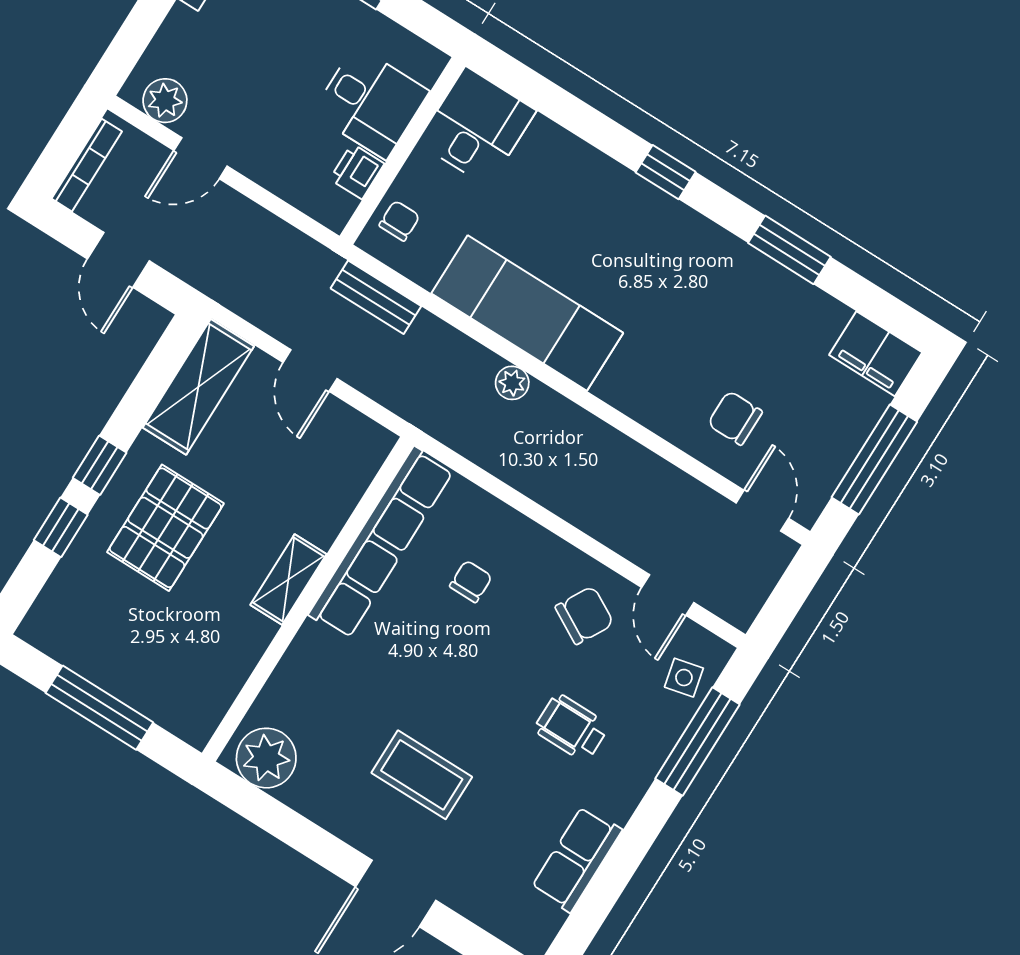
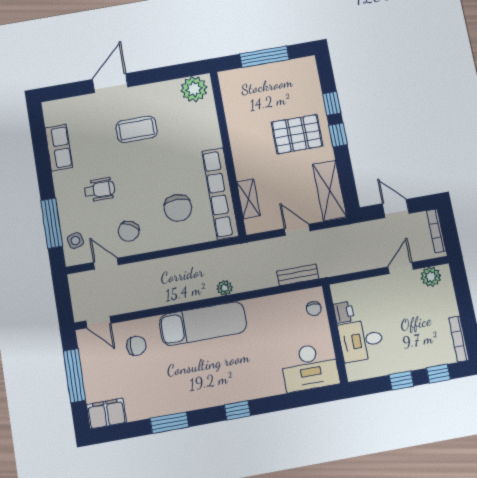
desk: (477, 127) -> (310, 367), width x1.37
exam couch: (527, 313) -> (203, 324), moved
pallet: (165, 528) -> (297, 134), turned 90
shelving: (288, 579) -> (248, 199), moved
chair: (471, 581) -> (178, 208), width x1.87, depth x1.87

